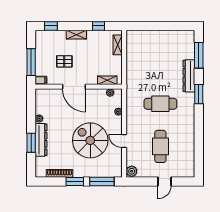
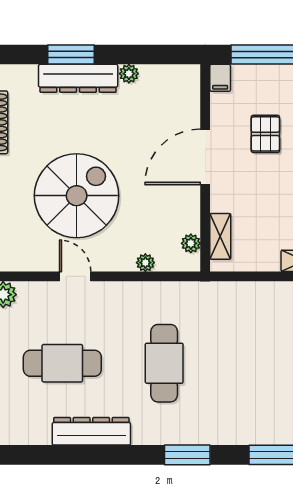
dresser: (189, 76) -> (91, 431), moved
door: (124, 141) -> (75, 276), hinge flipped

